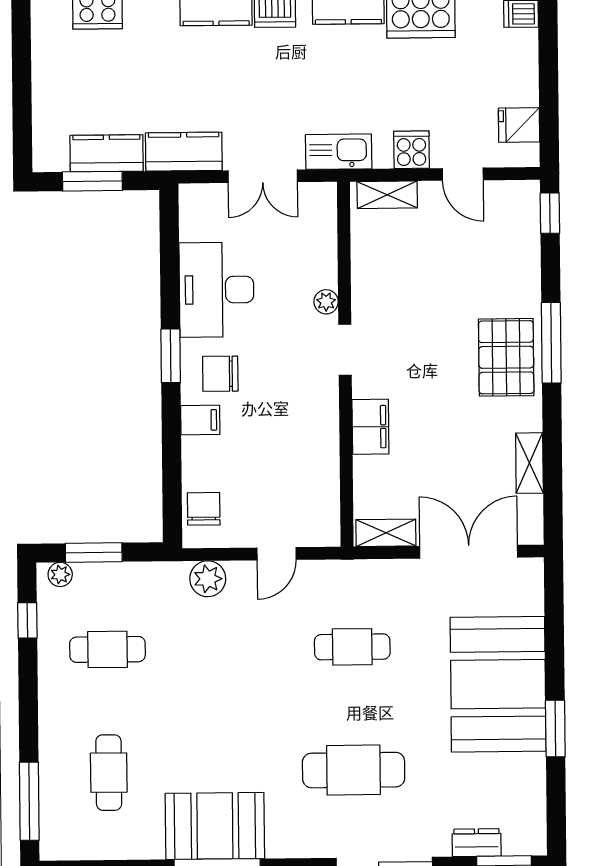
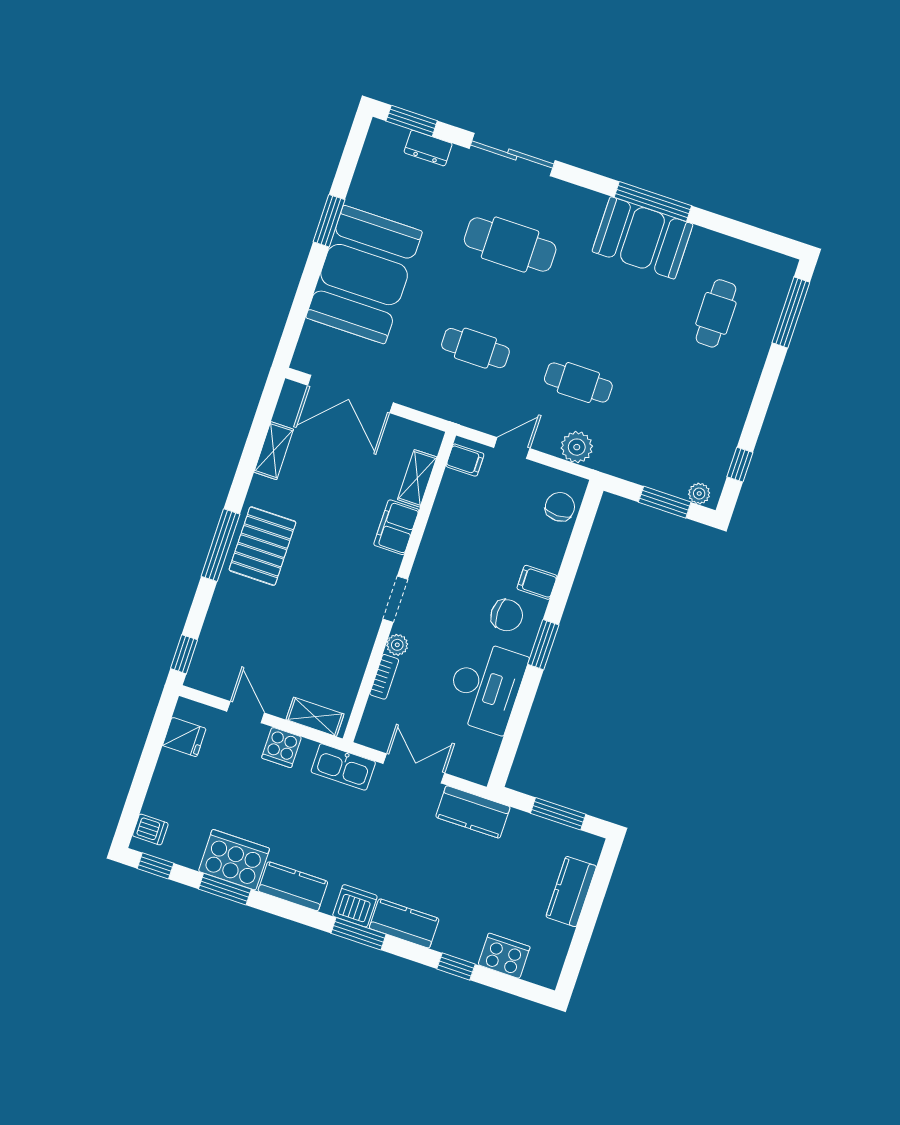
kitchen counter: (107, 153) -> (571, 892), moved, turned 90
bookcase: (328, 263) -> (384, 677), added
chair: (204, 509) -> (560, 507), turned 180
filing cabinet: (322, 524) -> (465, 460), added
shelving: (386, 533) -> (417, 478), moved, turned 90
cafe table: (107, 649) -> (578, 383), moved

